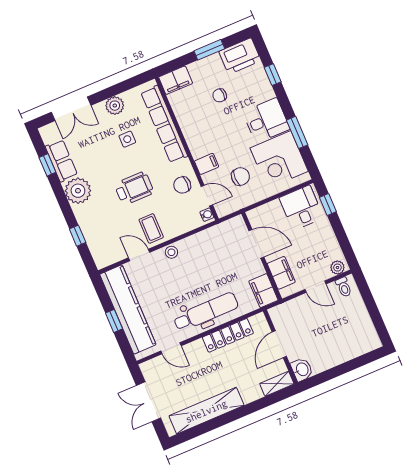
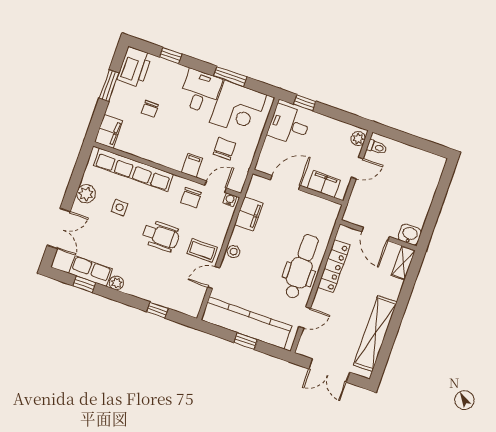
wheelchair: (134, 188) -> (161, 236), turned 90
plant: (78, 191) -> (116, 283), width x0.53, depth x0.53
filing cabinet: (263, 291) -> (249, 214), moved, turned -90

